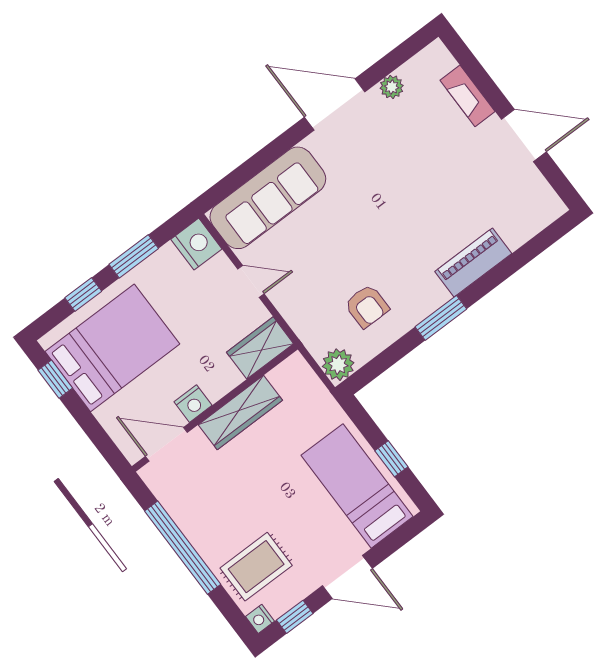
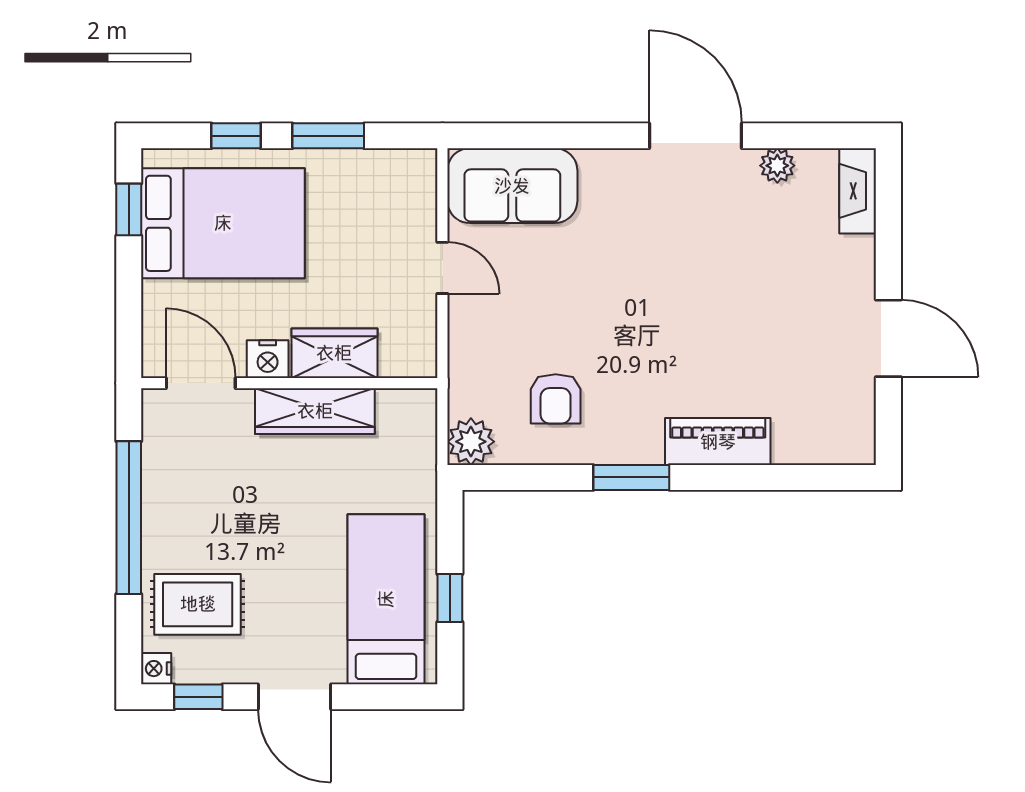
fireplace: (468, 96) -> (858, 191), moved
sofa: (268, 198) -> (512, 186), width x0.73
nightstand: (196, 244) -> (412, 177), removed
wardrobe: (260, 348) -> (334, 353), moved

